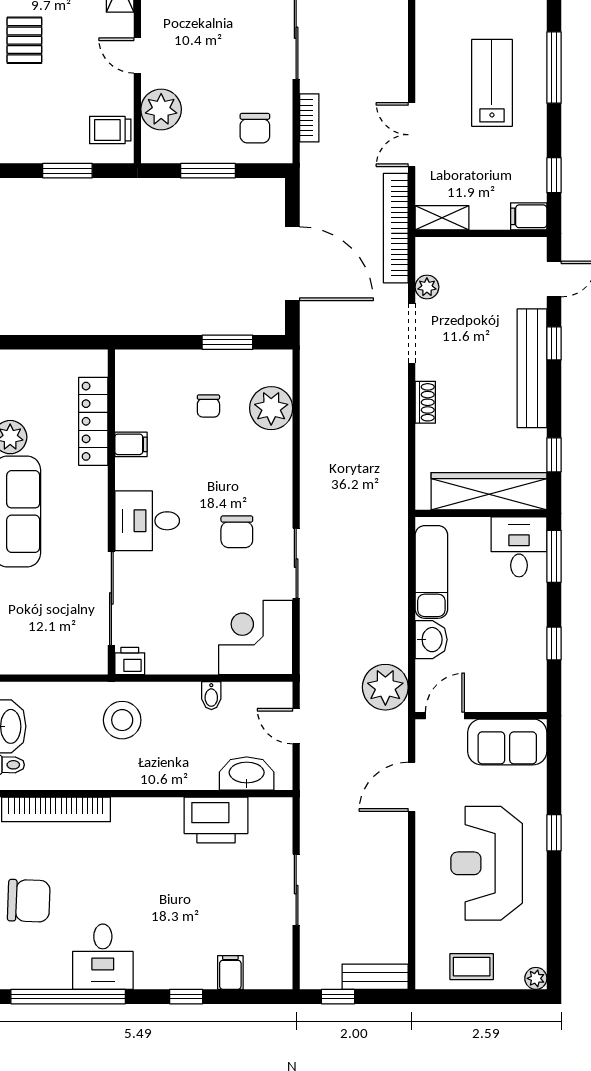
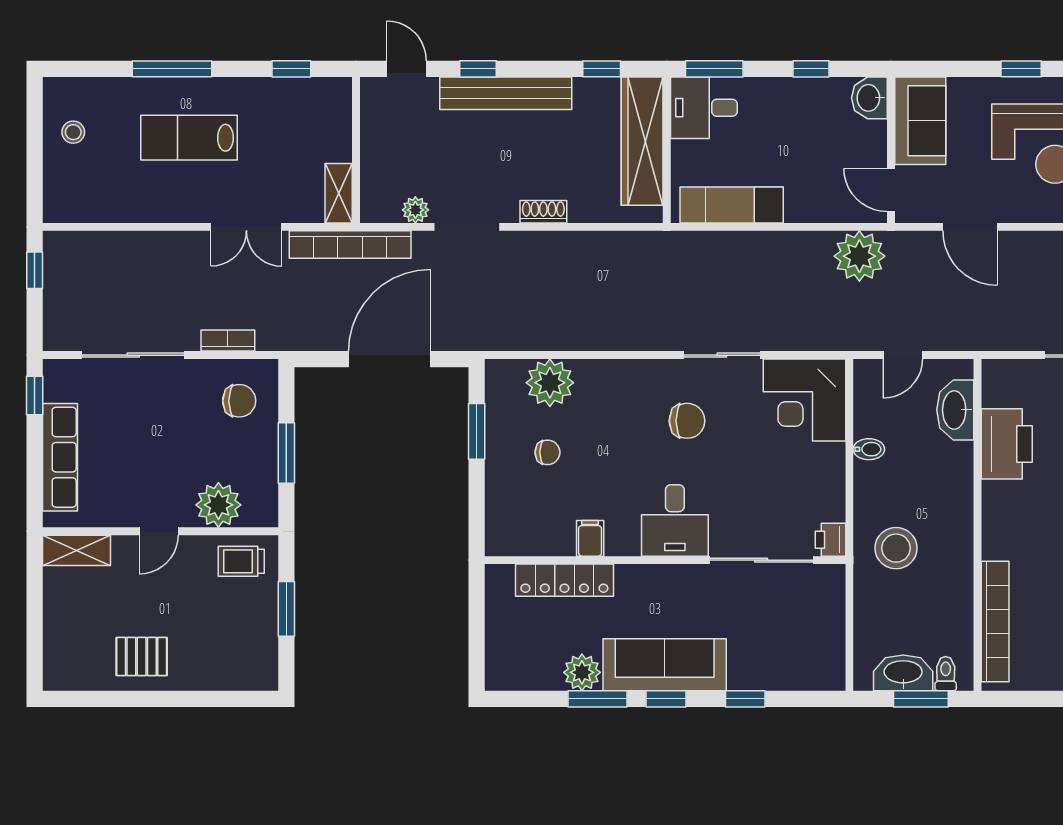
trolley: (110, 130) -> (241, 561), turned 90
filing cabinet: (529, 216) -> (337, 97), removed
washbasin: (431, 640) -> (869, 98), moved, turned -90

